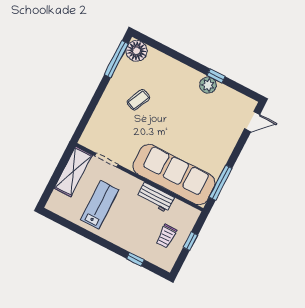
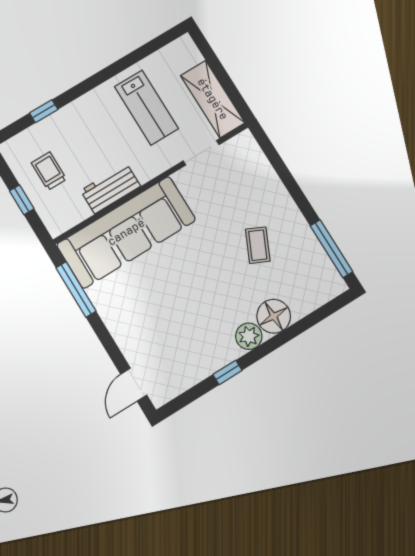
floor lamp: (137, 51) -> (274, 316), moved
plant: (208, 85) -> (249, 336), moved

